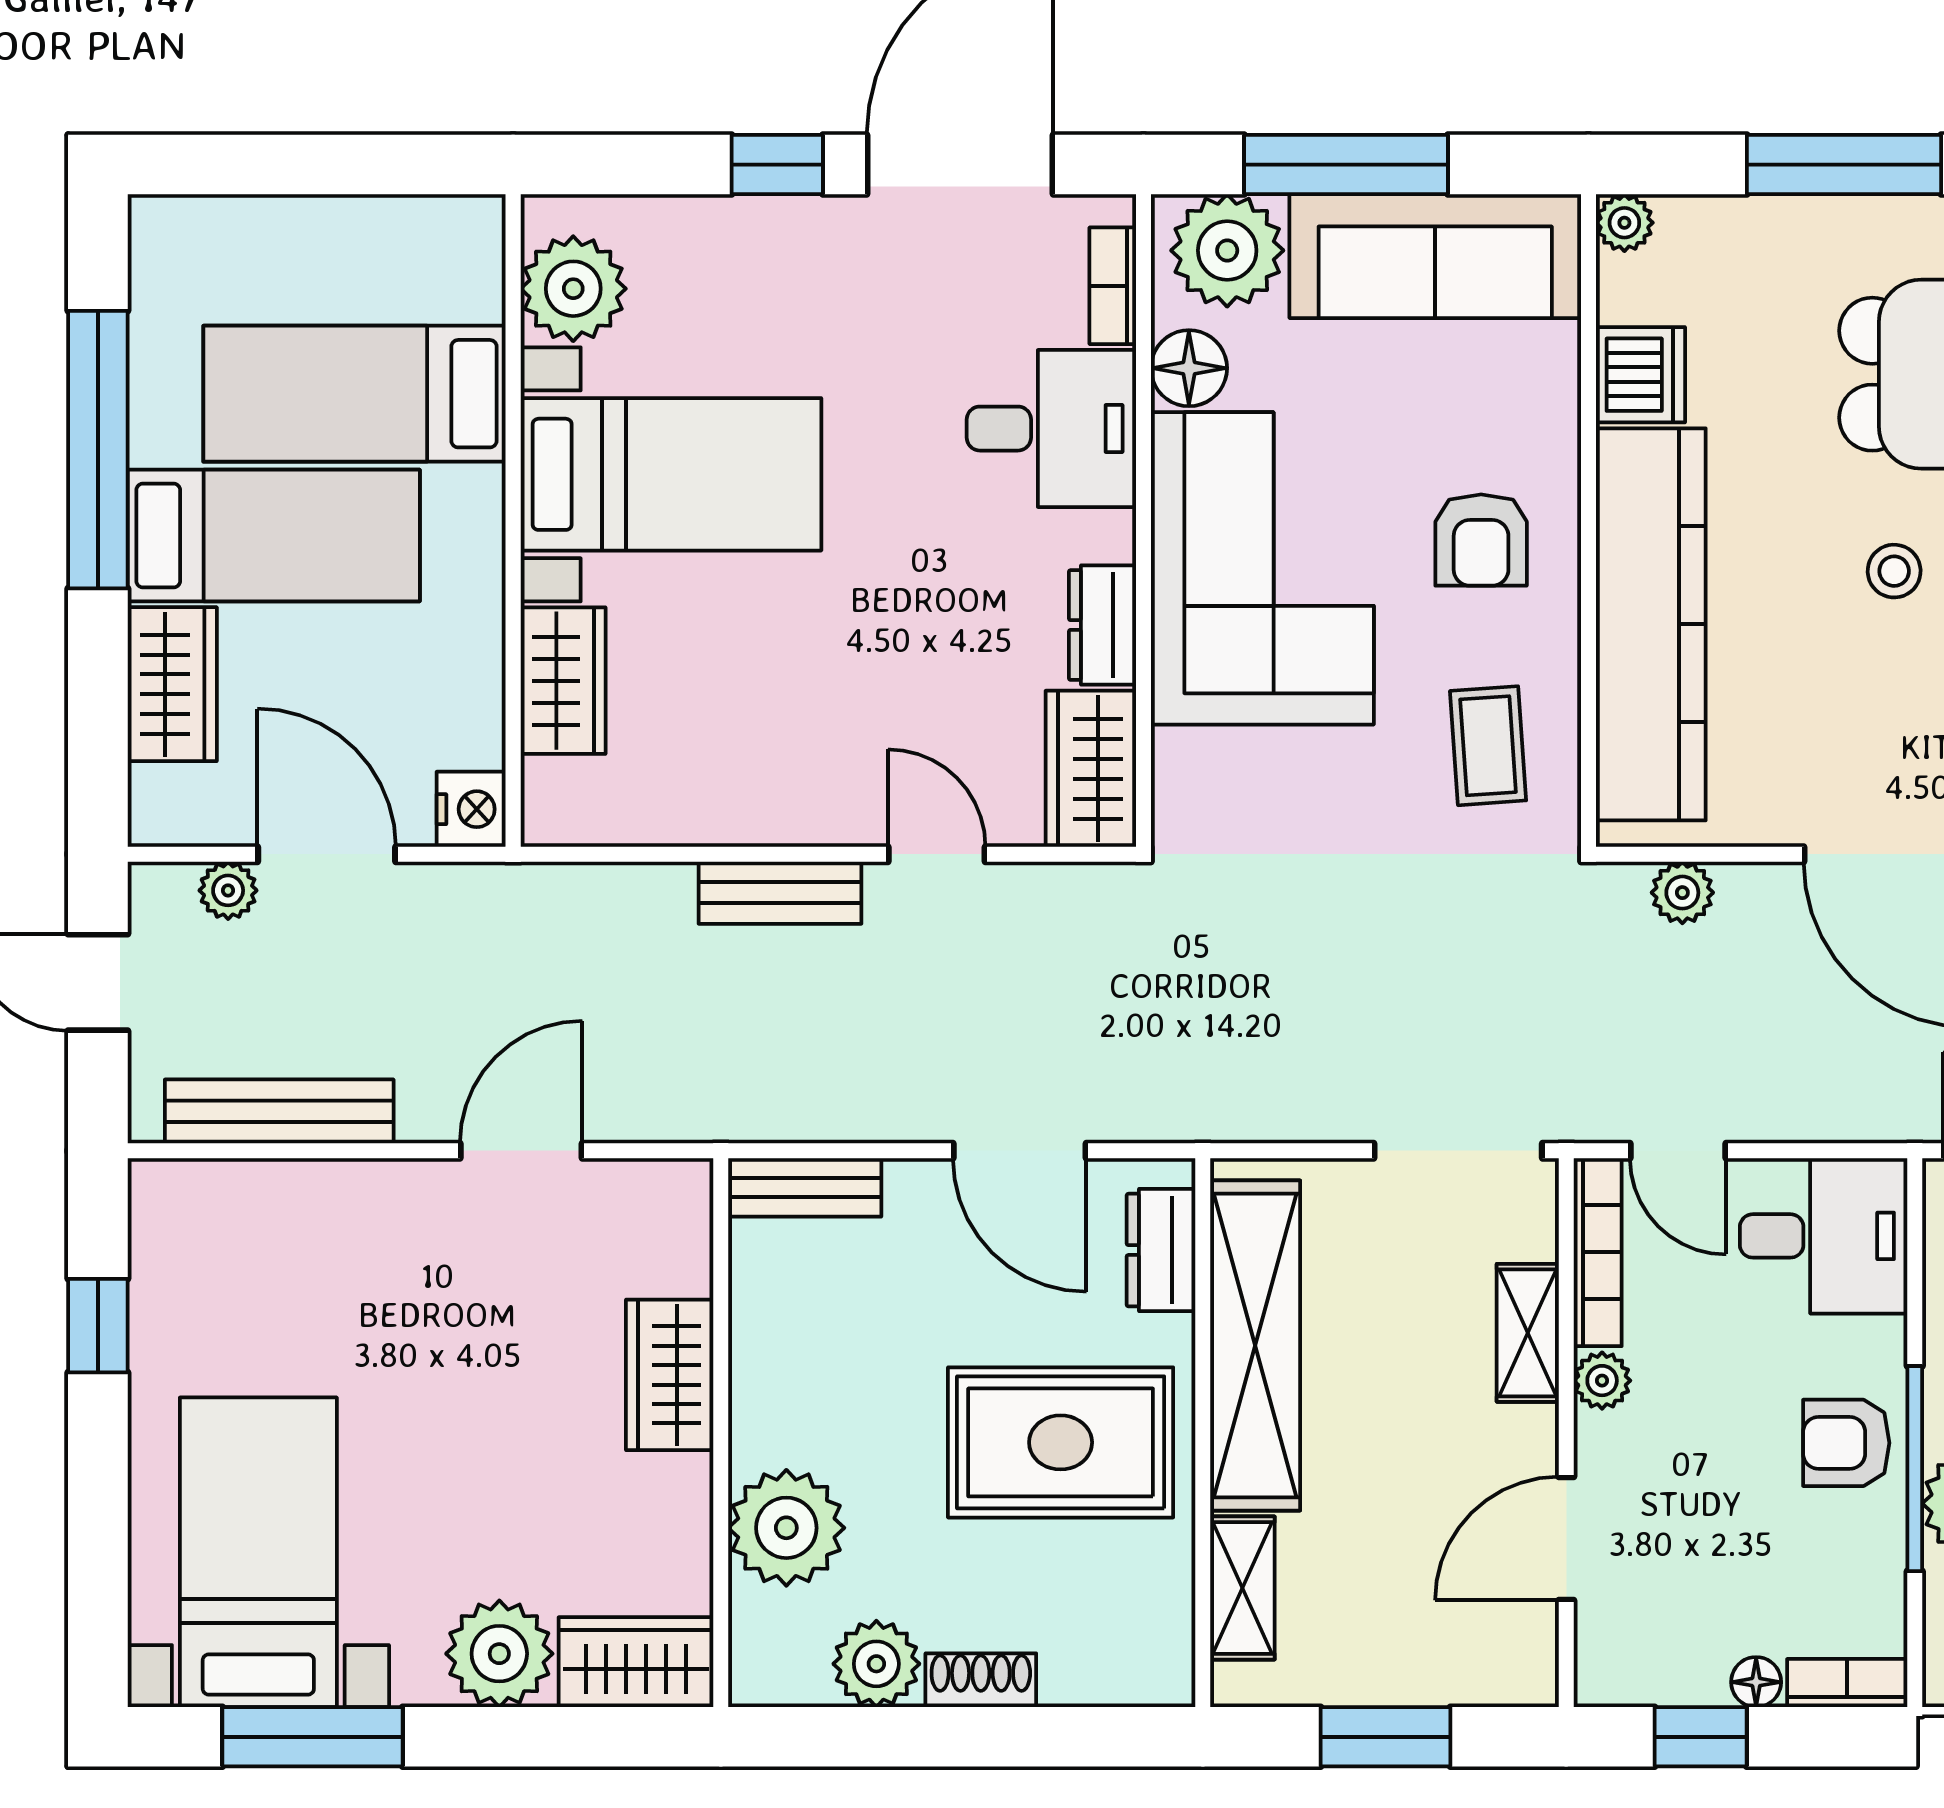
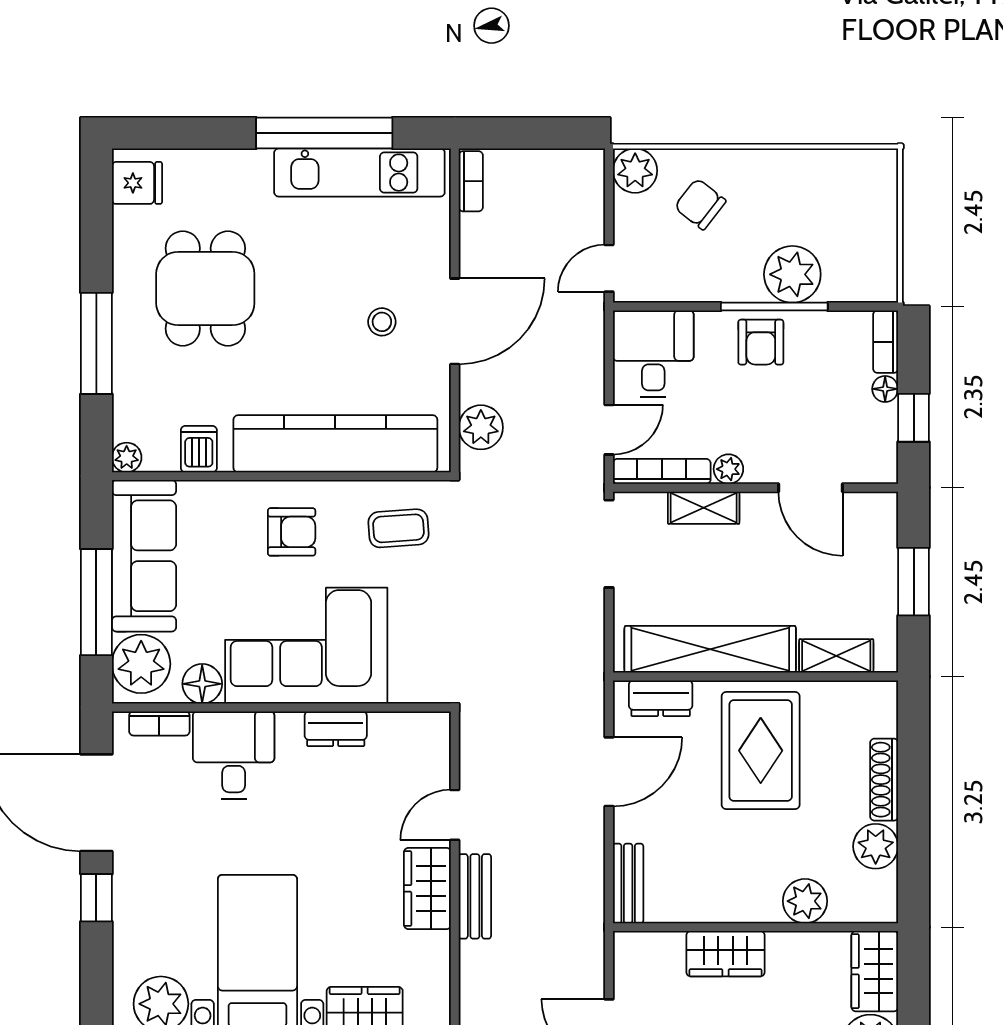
dishwasher: (1640, 375) -> (199, 449), width x0.73
stool: (1894, 571) -> (382, 322), moved
wardrobe: (1091, 769) -> (427, 888), moved, turned 90
plant: (1682, 893) -> (481, 427), width x1.38, depth x1.38
plant: (786, 1528) -> (805, 901), width x0.73, depth x0.73
shoe rack: (981, 1680) -> (884, 780), width x1.43

